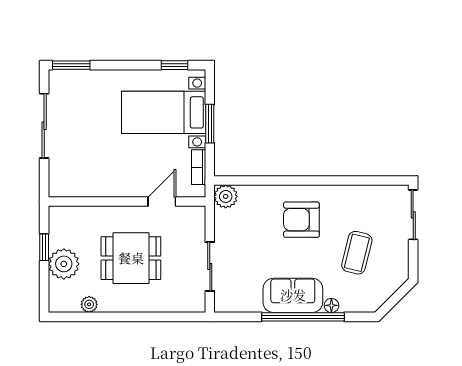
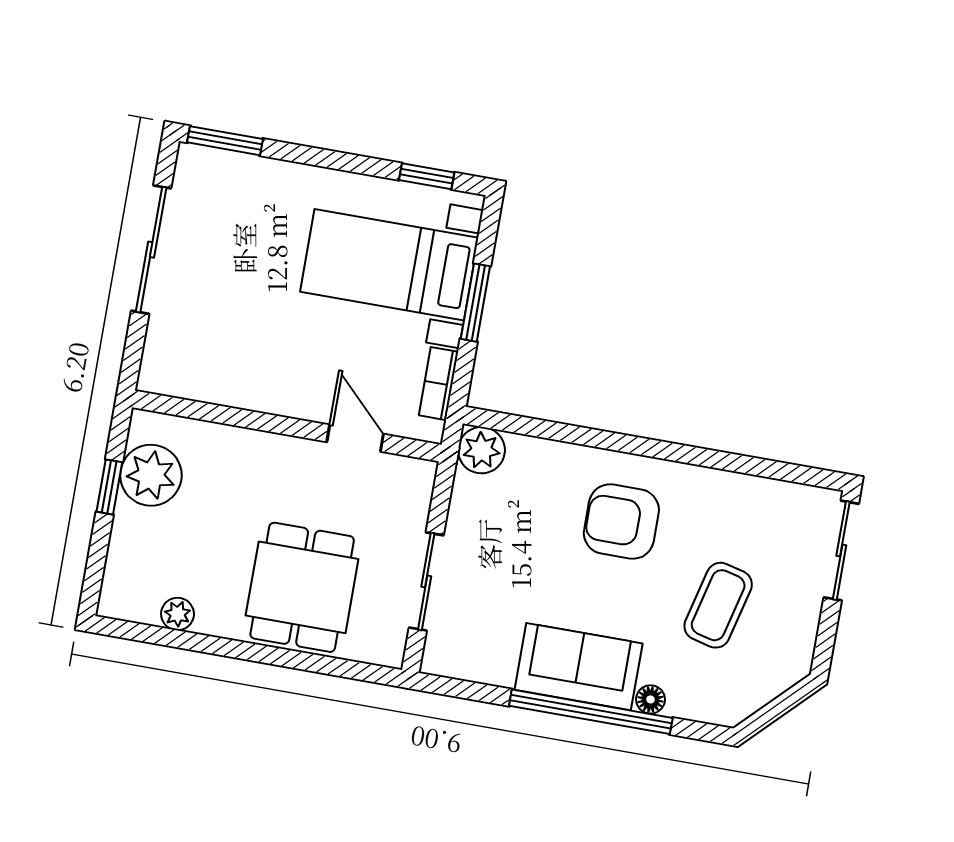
door: (162, 201) -> (355, 438), hinge flipped
dining table: (131, 258) -> (302, 587), moved, turned 90
plant: (64, 264) -> (151, 475), moved

